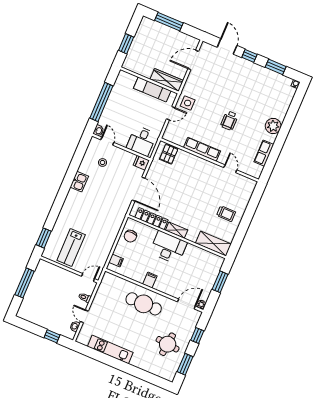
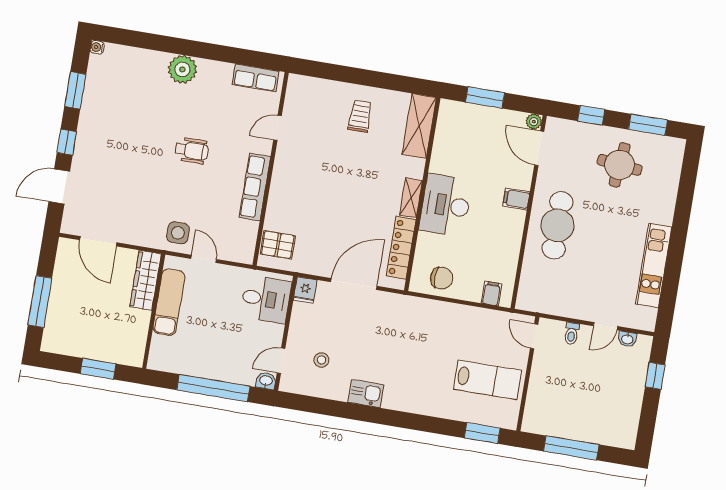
row of seats: (264, 153) -> (256, 78), moved
filing cabinet: (150, 280) -> (516, 199), moved

